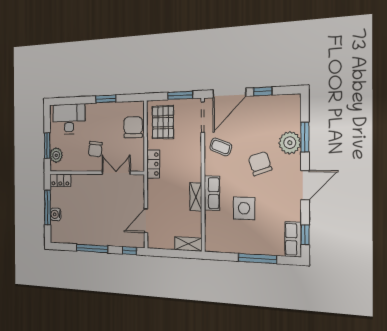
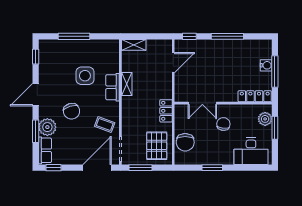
window: (263, 91) -> (54, 168), moved
locker: (60, 180) -> (255, 96), width x1.53
row of seats: (293, 239) -> (45, 150), moved

